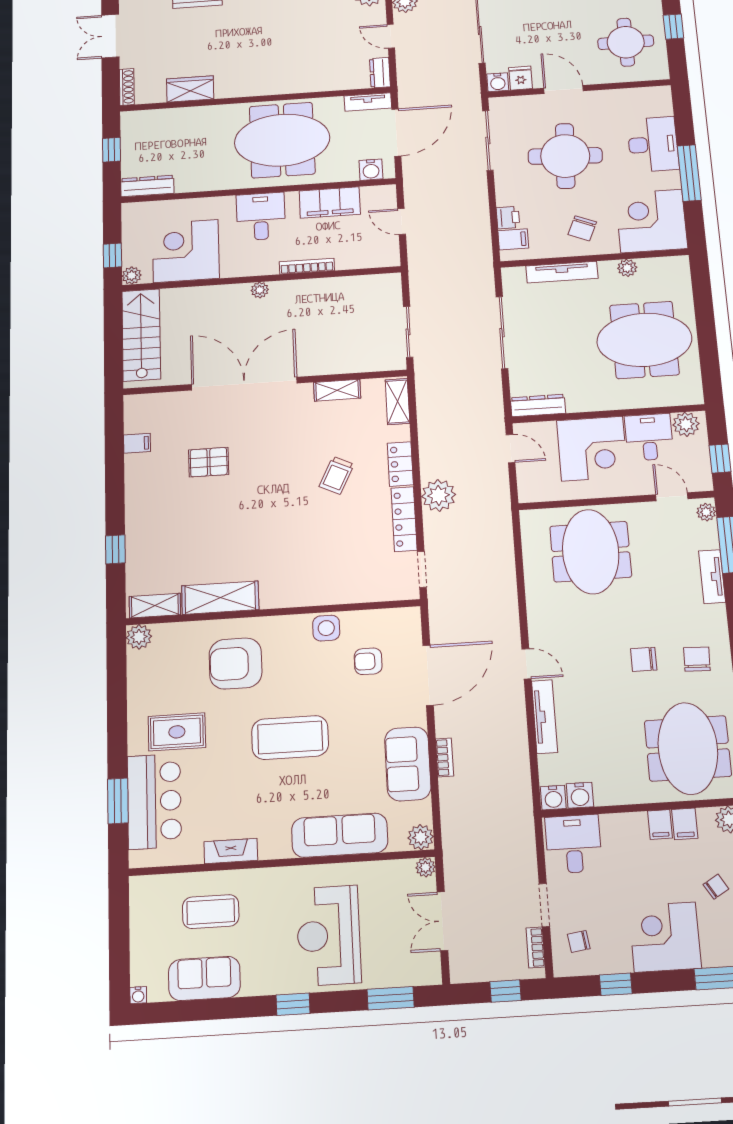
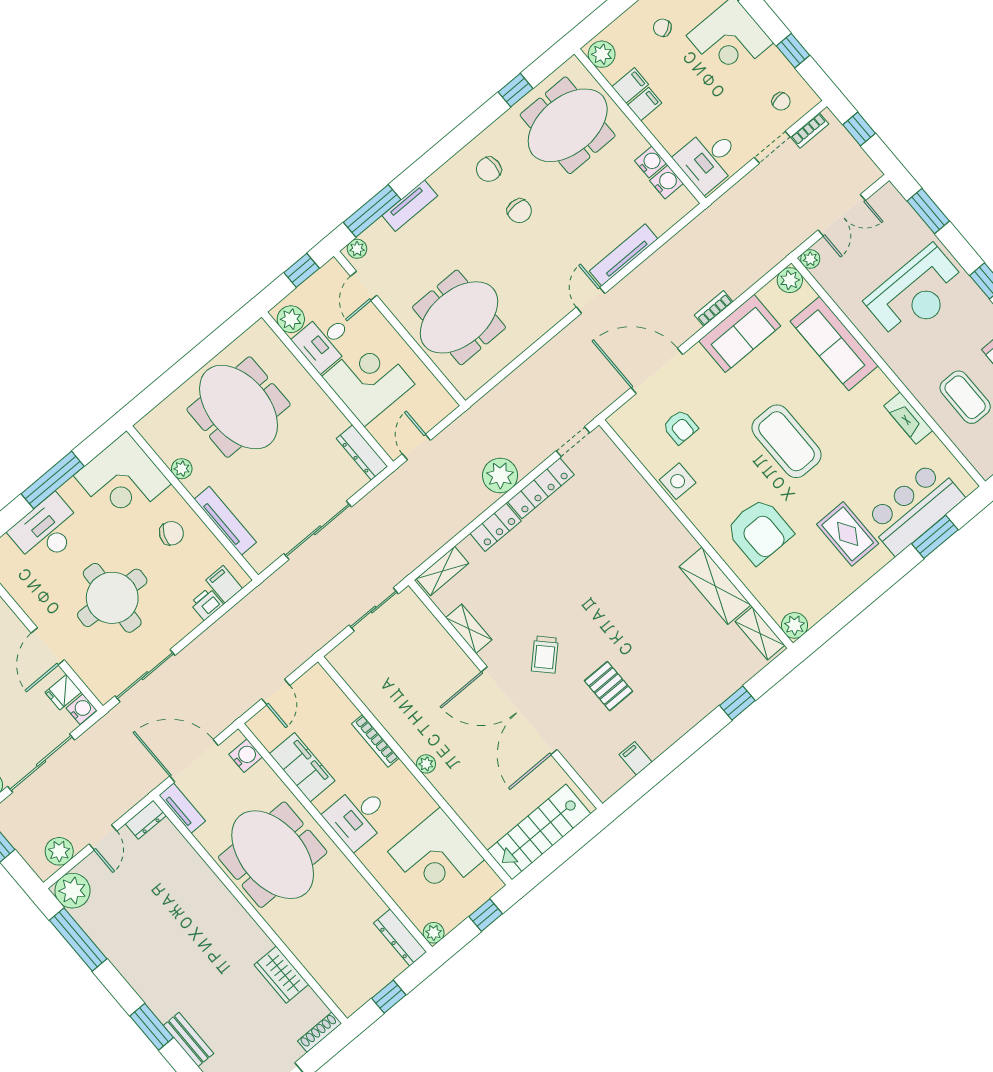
plant: (132, 276) -> (434, 933), moved
trolley: (337, 475) -> (545, 655), moved, turned 110
water cooler: (553, 798) -> (651, 162), moved

